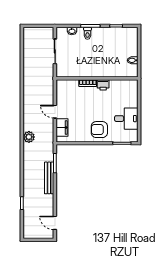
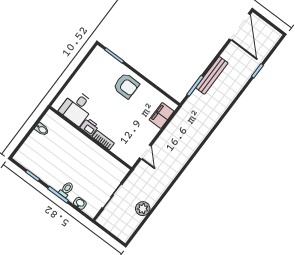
door: (55, 112) -> (145, 152), moved
desk: (126, 119) -> (77, 108), moved, turned -90
plant: (29, 137) -> (143, 209), moved
door: (55, 223) -> (240, 27), width x1.87

